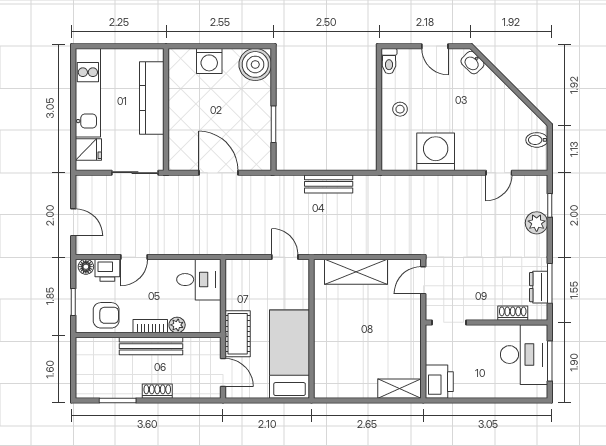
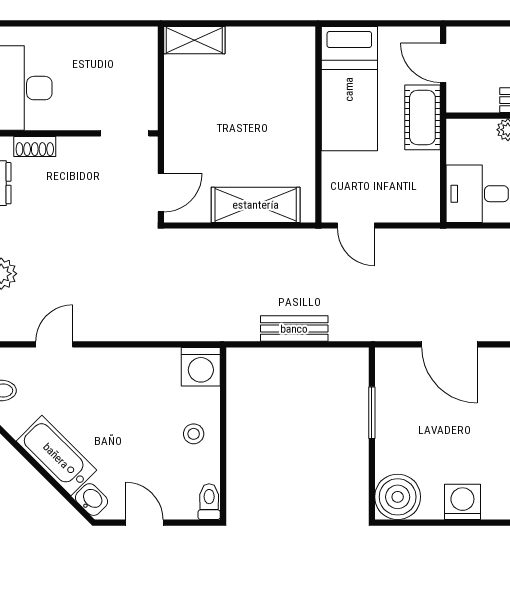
bathtub: (497, 94) -> (56, 456), added
washing machine: (436, 152) -> (201, 367), moved, width x0.73, depth x0.73
printer: (439, 382) -> (138, 50), removed

